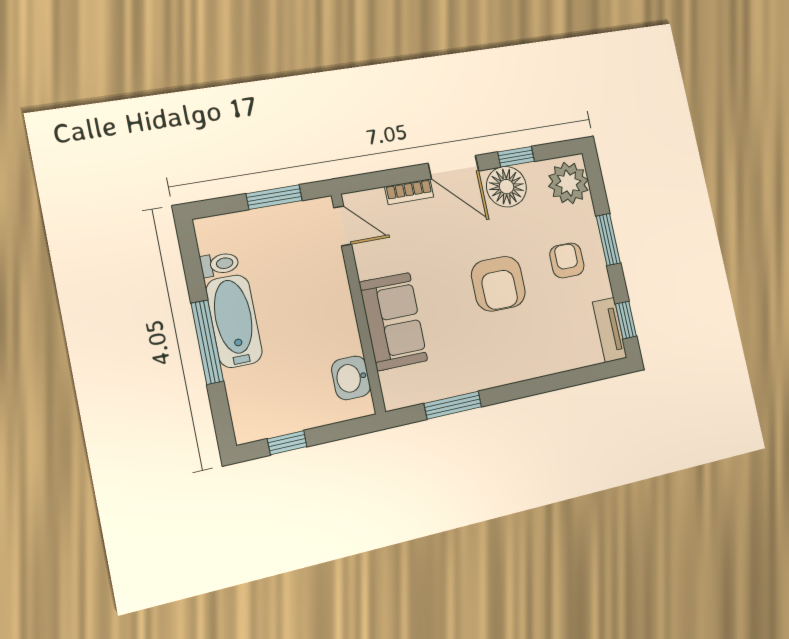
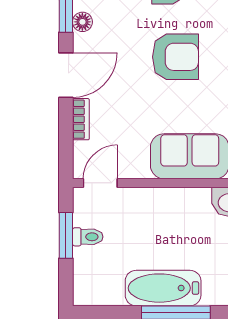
floor lamp: (506, 187) -> (82, 22), width x0.53, depth x0.53
toilet: (219, 264) -> (88, 237), moved, turned 90

